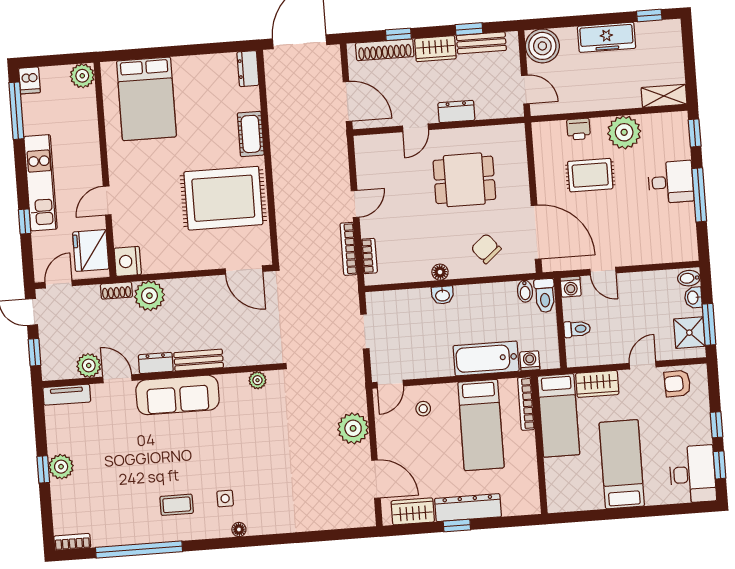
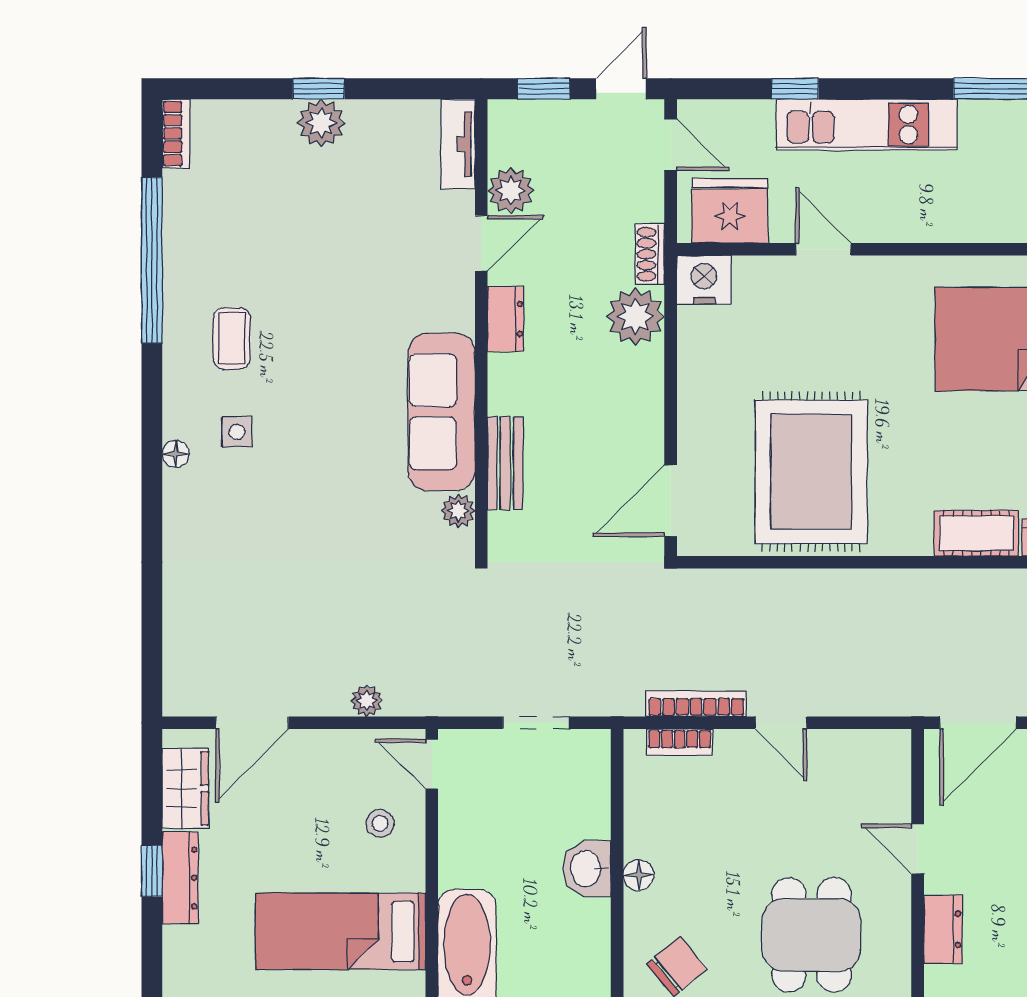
cot: (251, 134) -> (976, 533), moved
washbasin: (442, 295) -> (587, 869), width x1.38, depth x1.45
bench: (199, 360) -> (505, 463), moved
sofa: (178, 395) -> (442, 412), moved
plant: (353, 428) -> (367, 701), width x0.53, depth x0.53
dresser: (468, 508) -> (180, 878), width x0.73, depth x0.80

